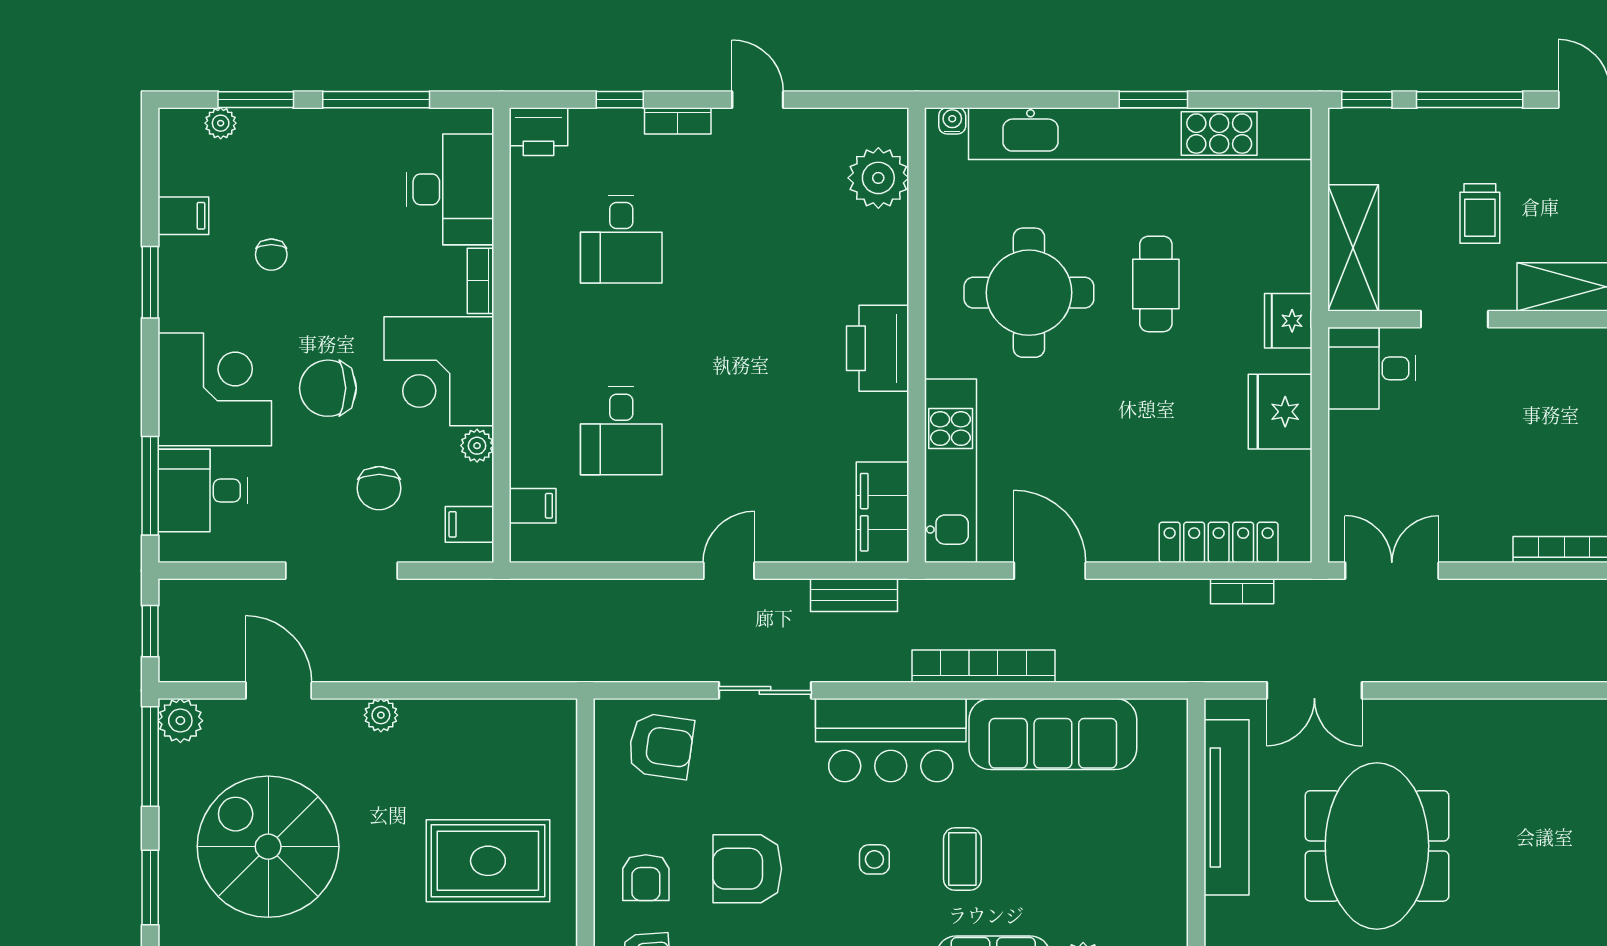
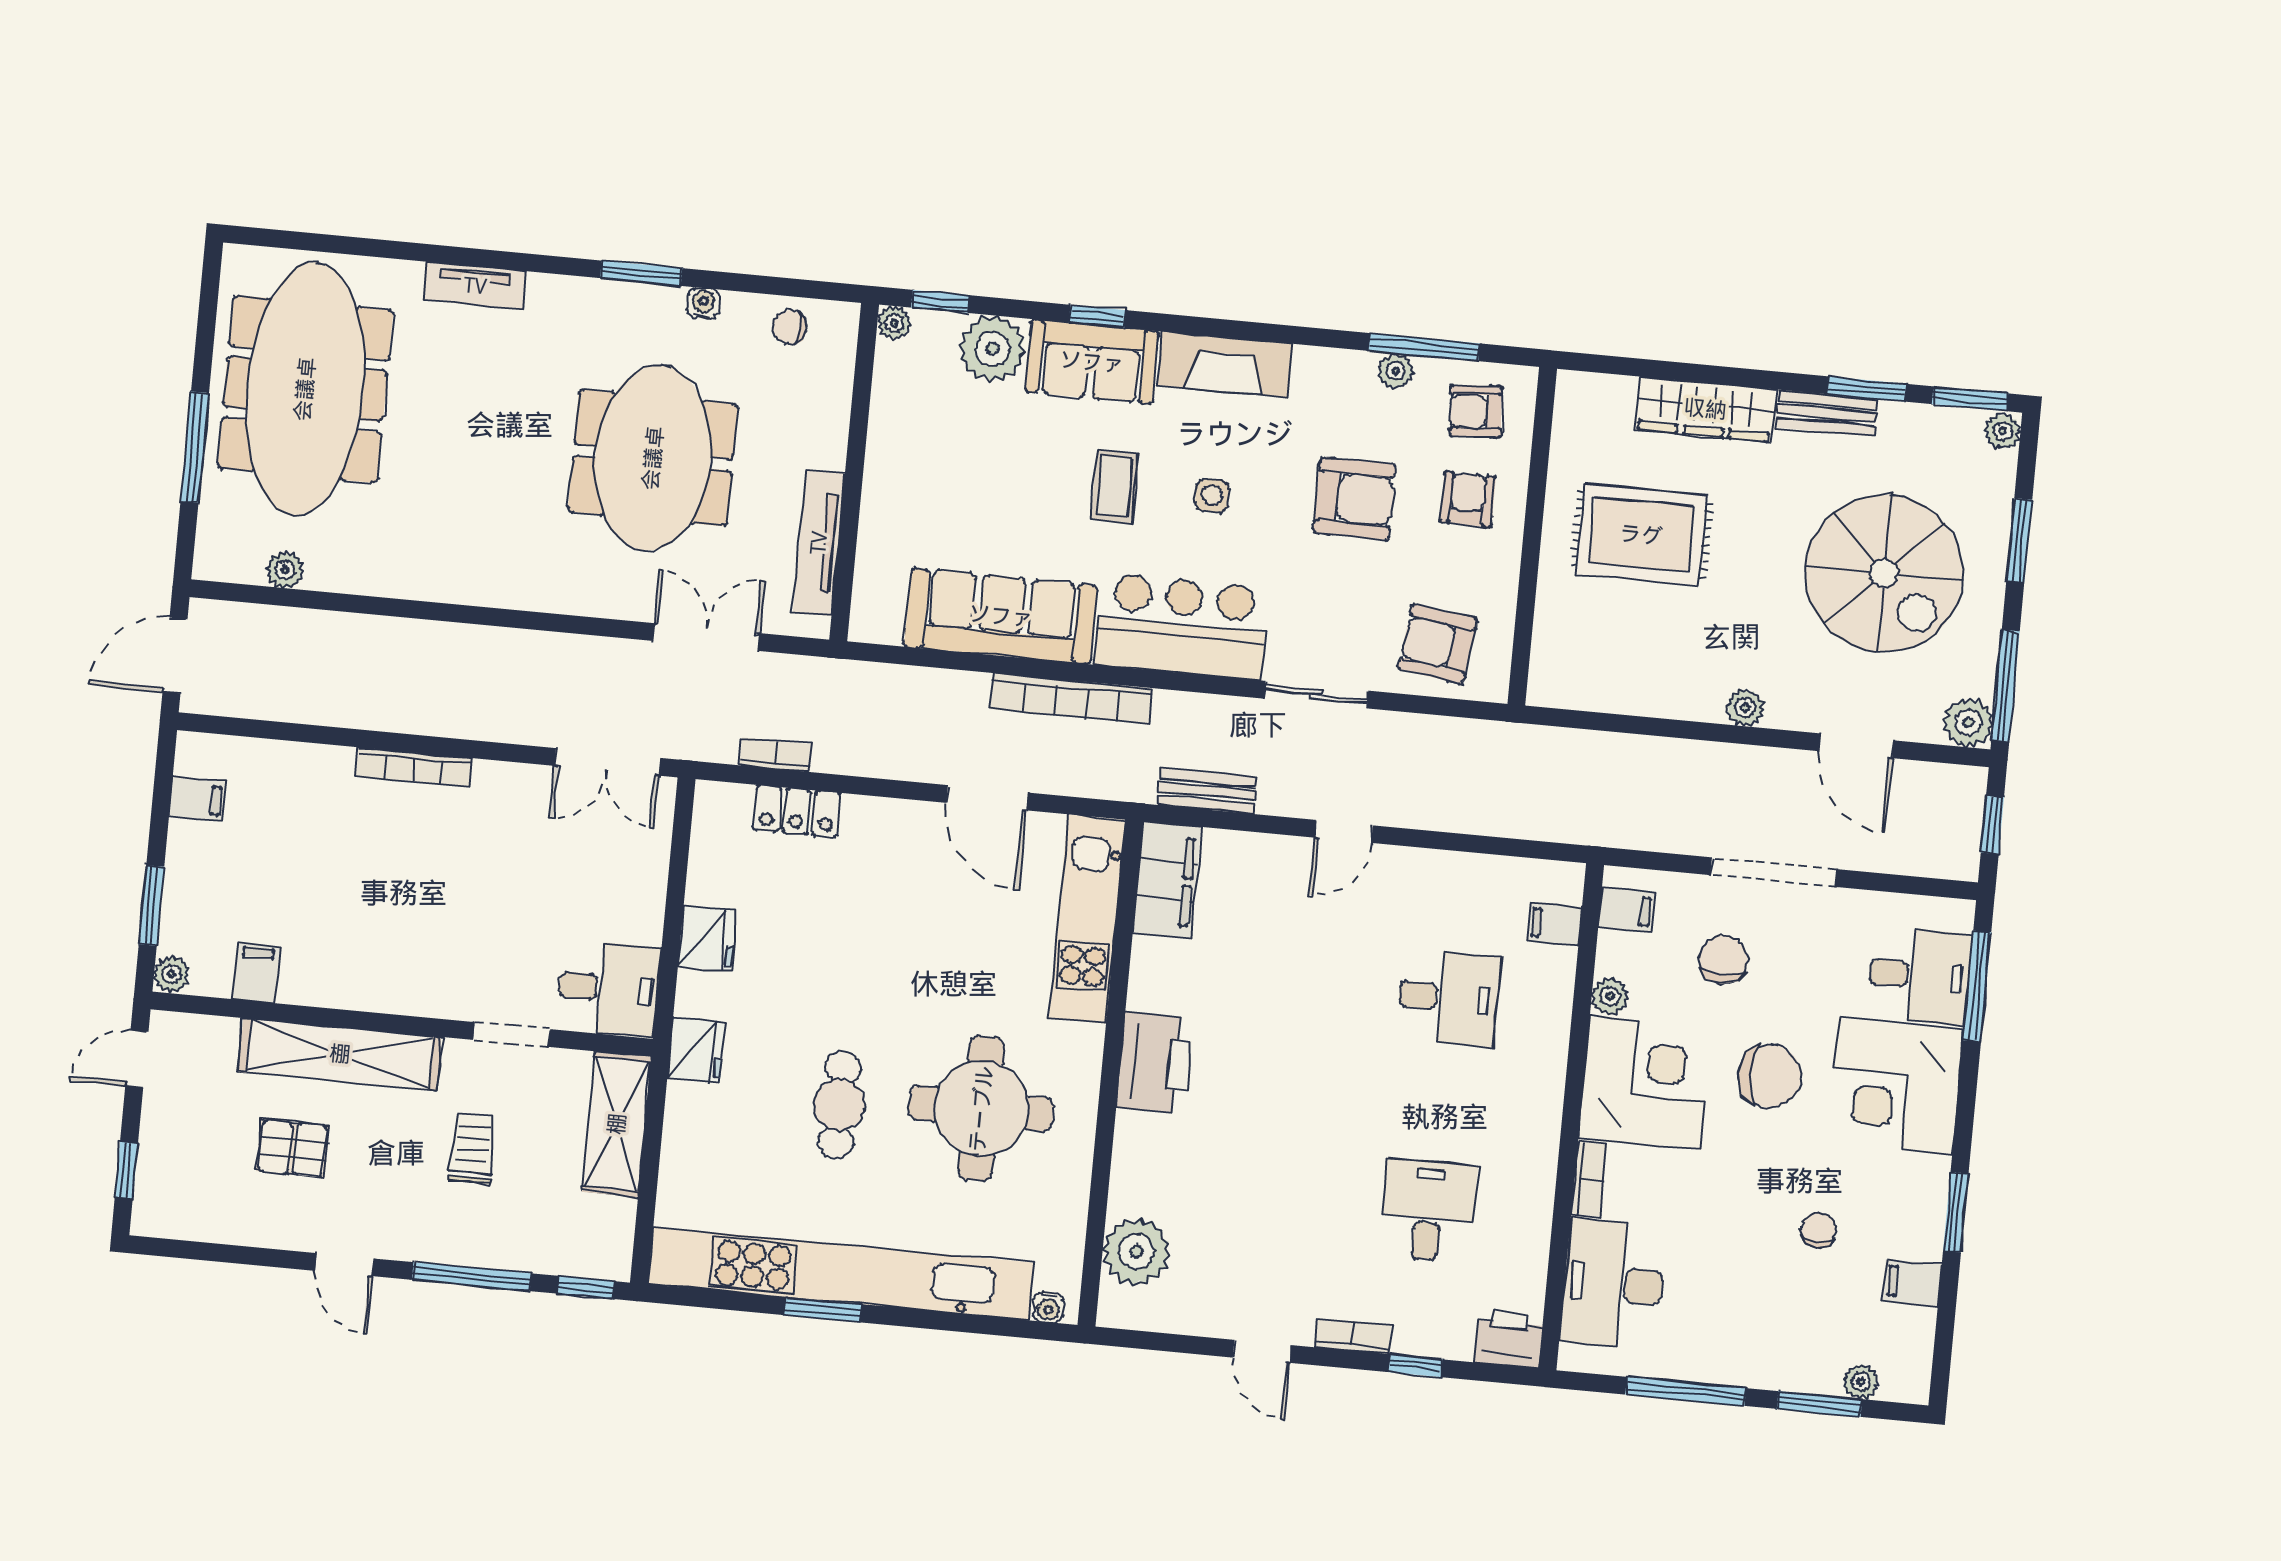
fridge: (1280, 412) -> (707, 938), width x0.73, depth x0.75
desk: (621, 431) -> (1448, 998), turned 90
locker: (1219, 542) -> (797, 811), width x0.66
tv unit: (1227, 807) -> (819, 543), width x0.73, depth x0.78

